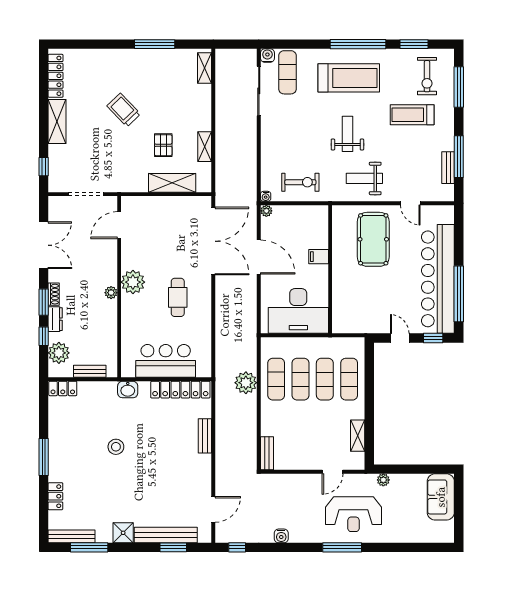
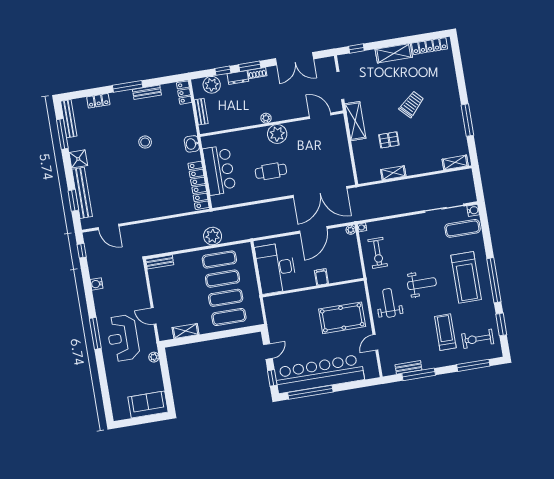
shelving: (172, 183) -> (355, 121), moved
bench: (205, 436) -> (147, 92), moved

